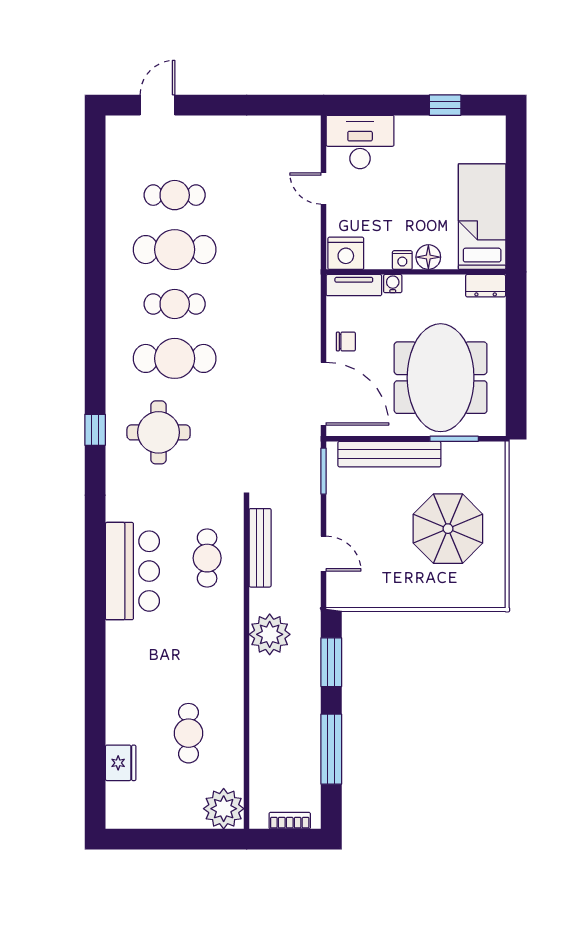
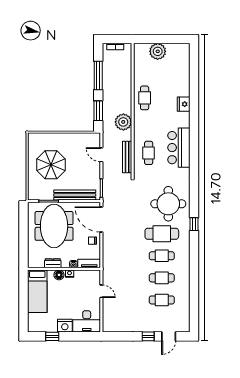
window: (208, 105) -> (148, 336), added
door: (324, 188) -> (101, 291), moved
cafe table: (175, 250) -> (162, 278), width x0.73, depth x0.74
nightstand: (346, 253) -> (65, 326), moved, turned 180
dresser: (486, 286) -> (53, 263), moved
window: (95, 430) -> (194, 224), moved
round table: (159, 432) -> (168, 204), width x1.36, depth x1.36
cafe table: (189, 733) -> (145, 98), moved
fridge: (121, 763) -> (184, 104), moved
plant: (224, 809) -> (158, 51), moved

